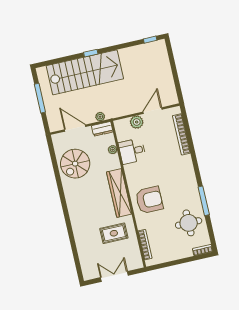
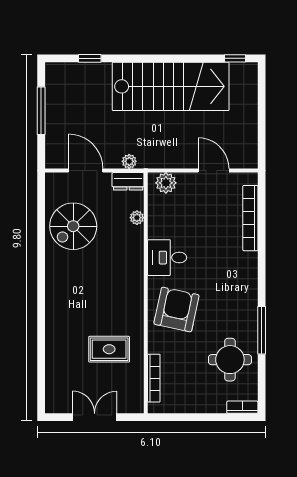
window: (91, 53) -> (90, 58), moved
stairs: (85, 72) -> (171, 86), moved
door: (153, 111) -> (214, 171), hinge flipped
plant: (137, 122) -> (166, 183), moved
desk: (132, 151) -> (167, 258), moved
wardrobe: (119, 193) -> (132, 288), removed
armchair: (149, 200) -> (176, 309), turned -78

